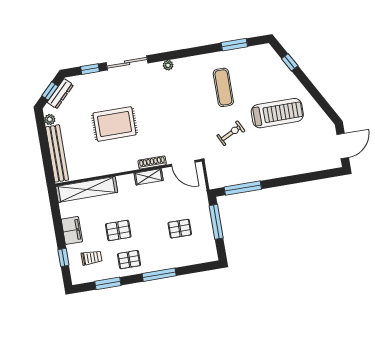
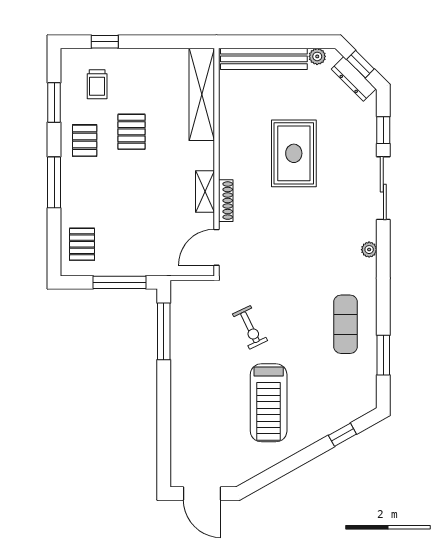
exercise mat: (223, 87) -> (346, 324), moved, turned 90
pallet: (180, 229) -> (82, 244), moved
filing cabinet: (72, 230) -> (143, 61), removed

